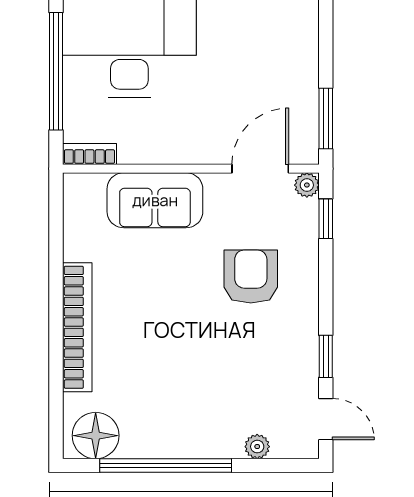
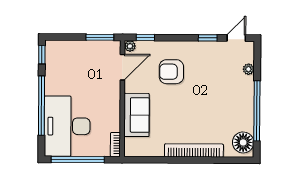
door: (260, 169) -> (122, 67), swing flipped

